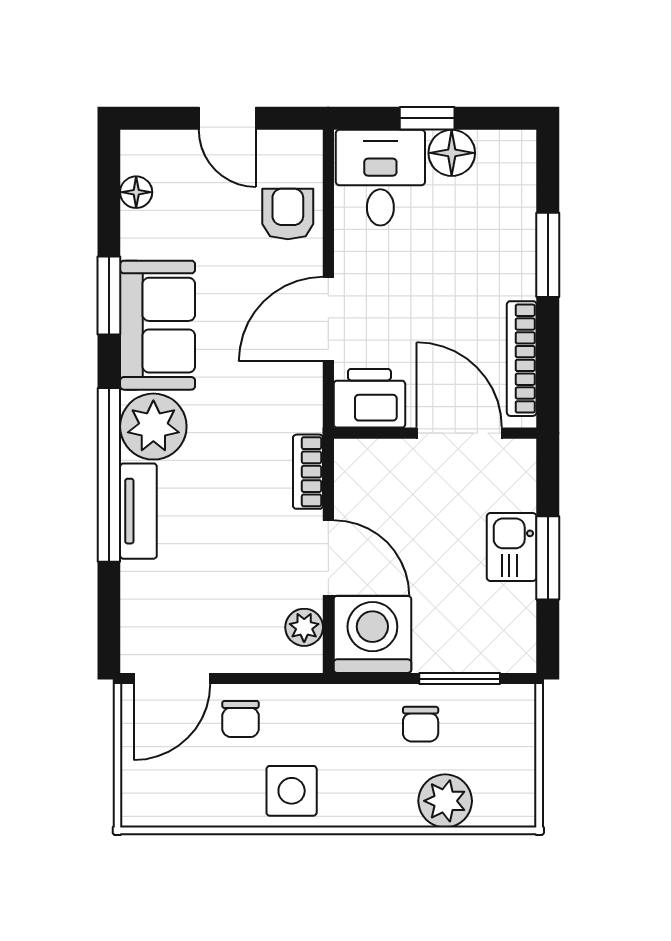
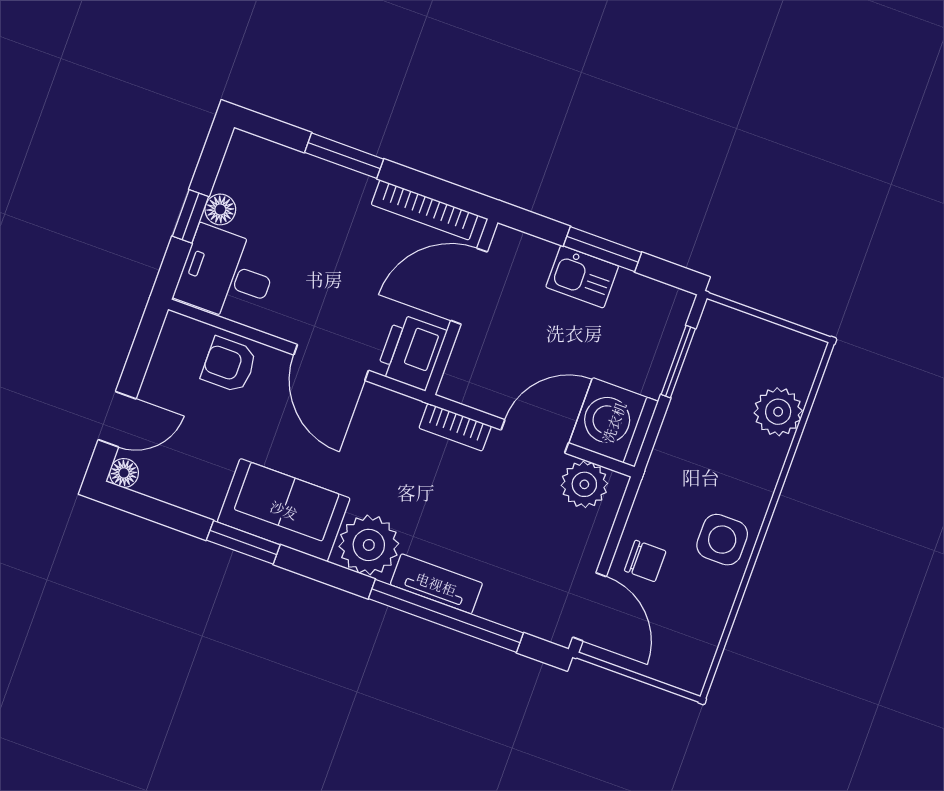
door: (227, 118) -> (117, 419), moved
floor lamp: (452, 153) -> (220, 209), width x0.73, depth x0.73
floor lamp: (136, 192) -> (124, 473), moved
window: (109, 475) -> (446, 616), moved
plant: (304, 627) -> (584, 484), width x1.38, depth x1.38
chair: (421, 724) -> (705, 409), removed

